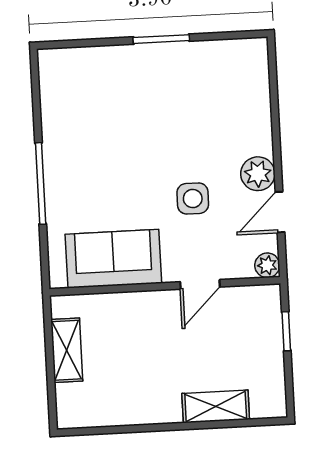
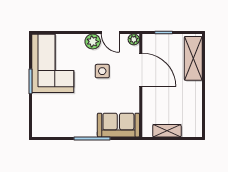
corner sofa: (204, 87) -> (53, 63), added
sofa: (113, 259) -> (118, 125), moved, turned 90
door: (200, 284) -> (141, 70), width x1.88
shelving: (216, 406) -> (193, 58), width x1.50, depth x1.33

